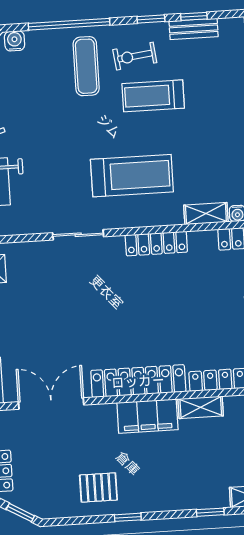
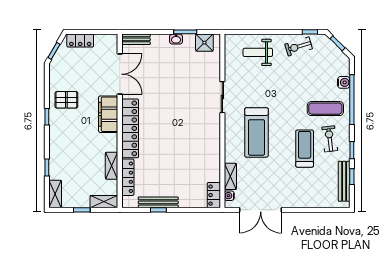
bench: (194, 29) -> (344, 181), width x1.36
water cooler: (15, 41) -> (344, 82), moved
locker: (156, 244) -> (214, 145), removed
filing cabinet: (147, 416) -> (108, 114), moved
pallet: (98, 488) -> (66, 100), turned 90

